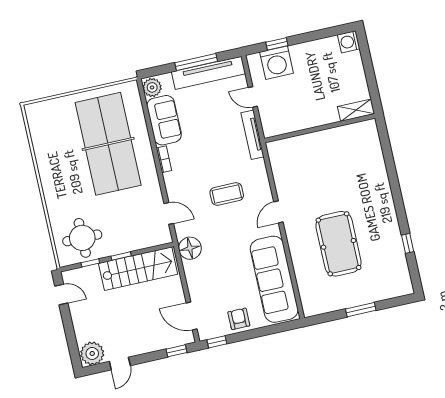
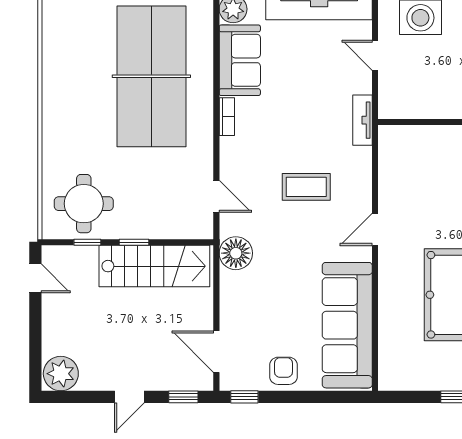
tv unit: (253, 135) -> (363, 120), width x0.71
door: (120, 363) -> (129, 397), moved

